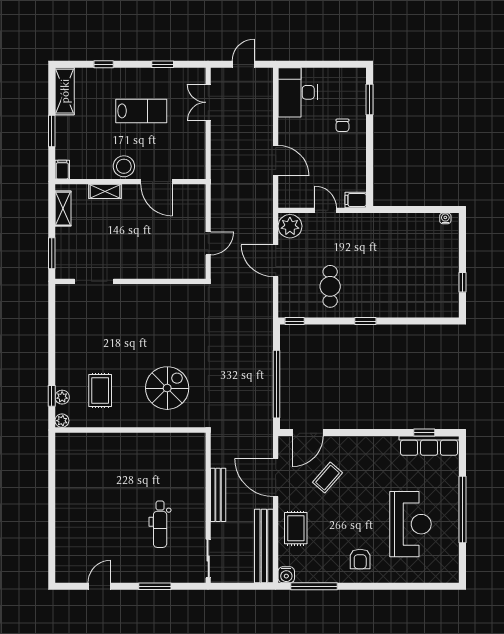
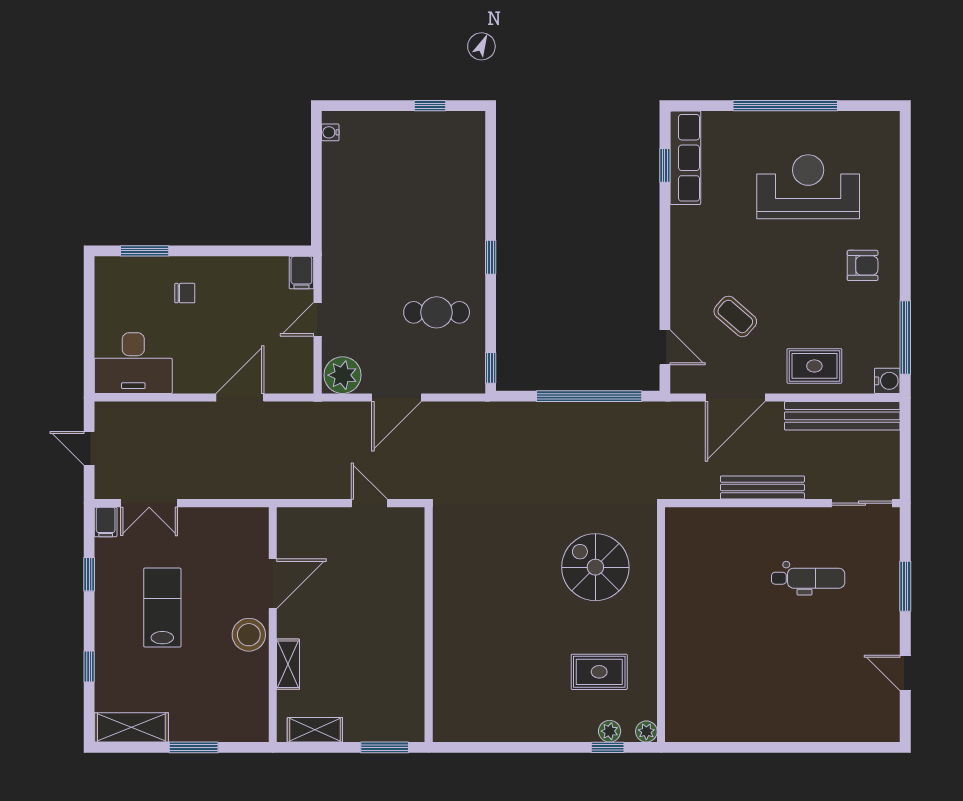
filing cabinet: (62, 170) -> (106, 522), moved, turned -90
doorway: (94, 281) -> (429, 681), removed
door: (308, 433) -> (665, 347), width x0.73

